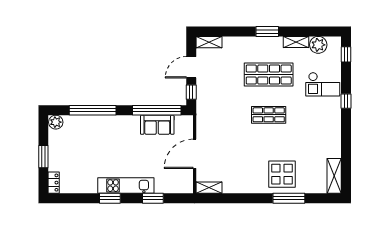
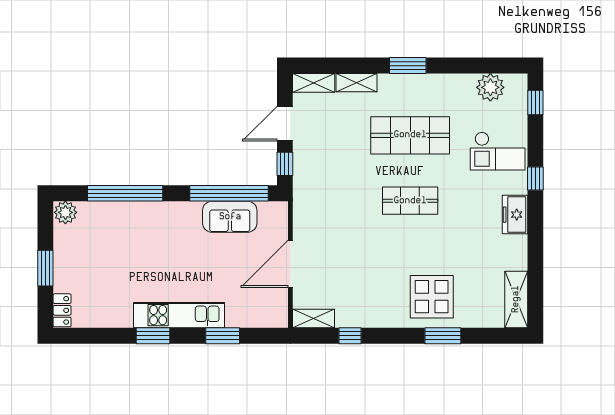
shelving: (296, 42) -> (357, 83), moved
freezer: (333, 123) -> (515, 215), added
window: (232, 198) -> (350, 336), added
window: (289, 198) -> (443, 336), width x0.69

